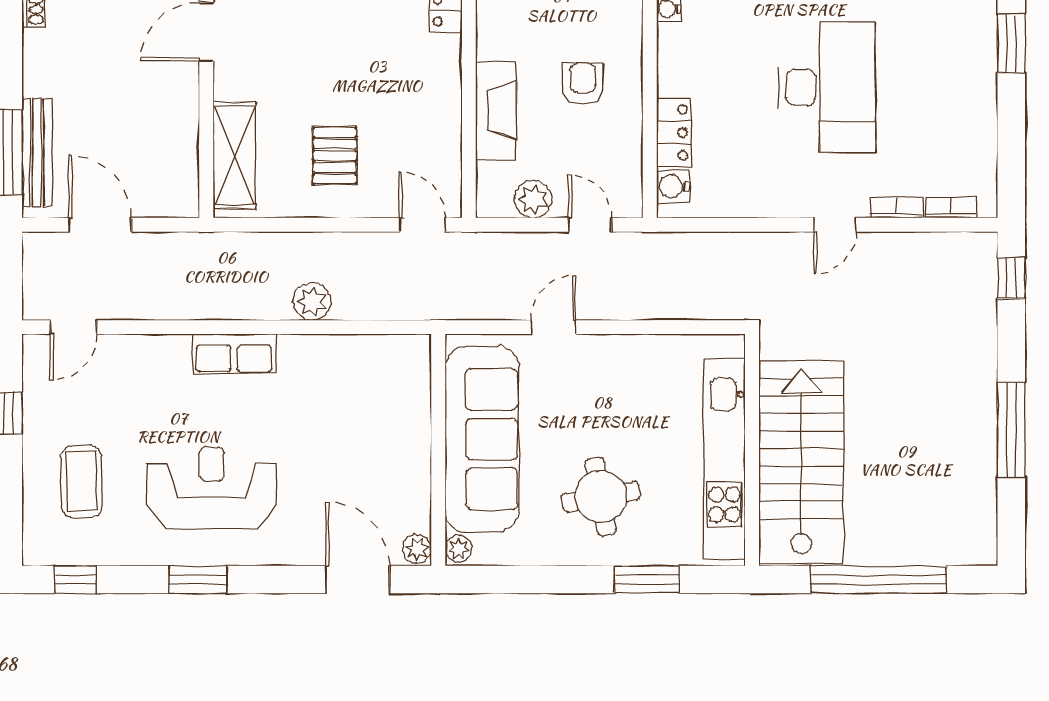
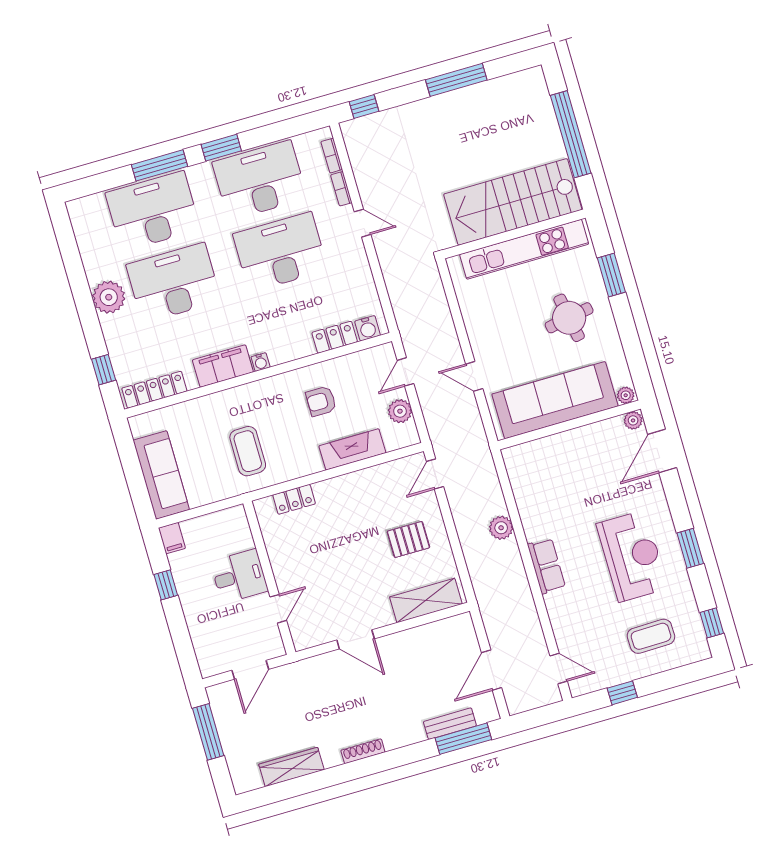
desk: (945, 87) -> (260, 180), added
bench: (37, 152) -> (450, 724), width x0.73
reception desk: (212, 488) -> (632, 556), turned 180

